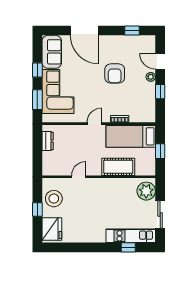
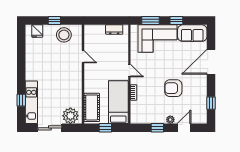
cot: (118, 167) -> (92, 107), moved
fridge: (52, 229) -> (37, 31), width x0.53, depth x0.75

